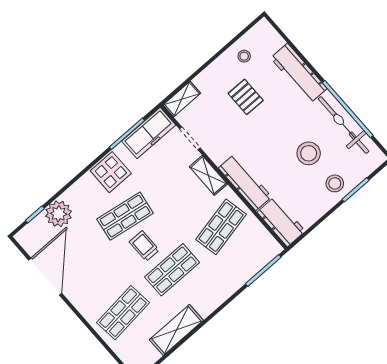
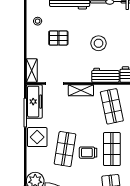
stool: (309, 153) -> (99, 43), moved
workbench: (245, 182) -> (105, 75), width x0.73

